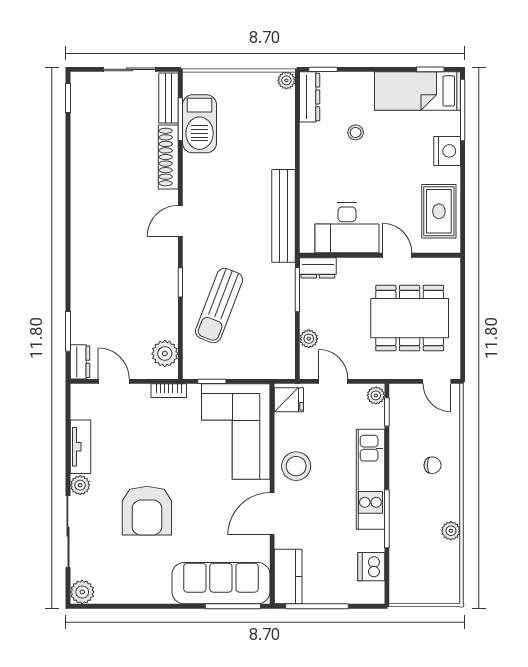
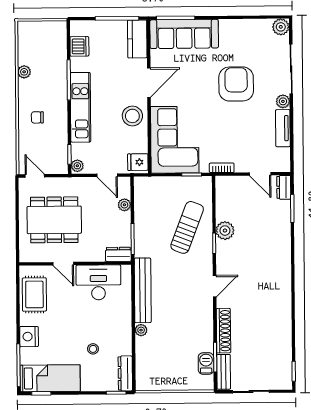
plant: (286, 80) -> (141, 330), moved
barbecue: (200, 124) -> (206, 364), width x0.53, depth x0.65
plant: (165, 354) -> (225, 231), moved

